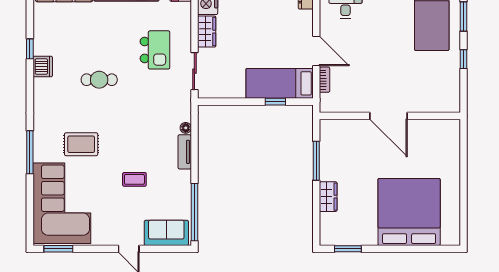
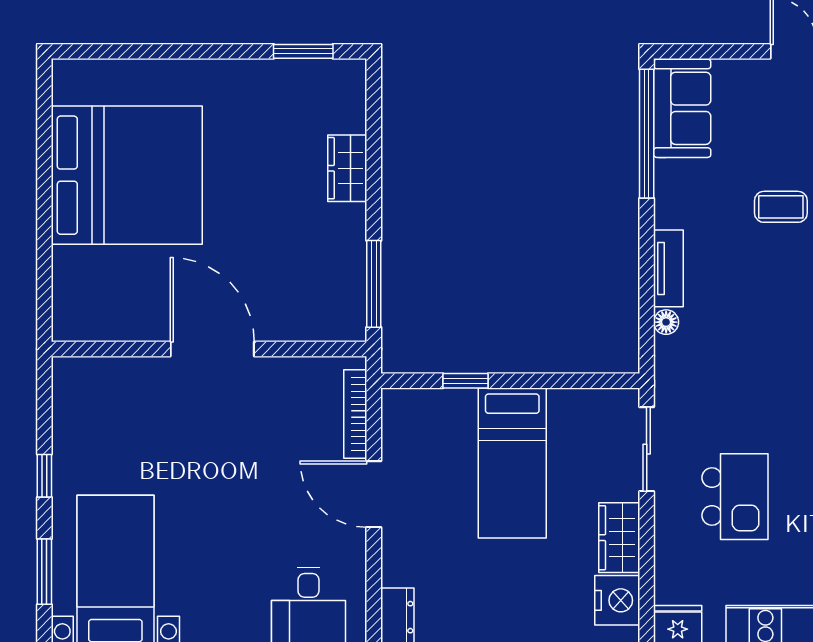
kitchen island: (155, 50) -> (735, 497), turned 180
bookcase: (325, 80) -> (355, 414), width x1.56
bed: (280, 83) -> (512, 463), moved, turned 90
window: (316, 161) -> (374, 284), moved
bed: (409, 212) -> (127, 175), moved, turned -90
sofa: (166, 233) -> (682, 108), moved, turned -90

